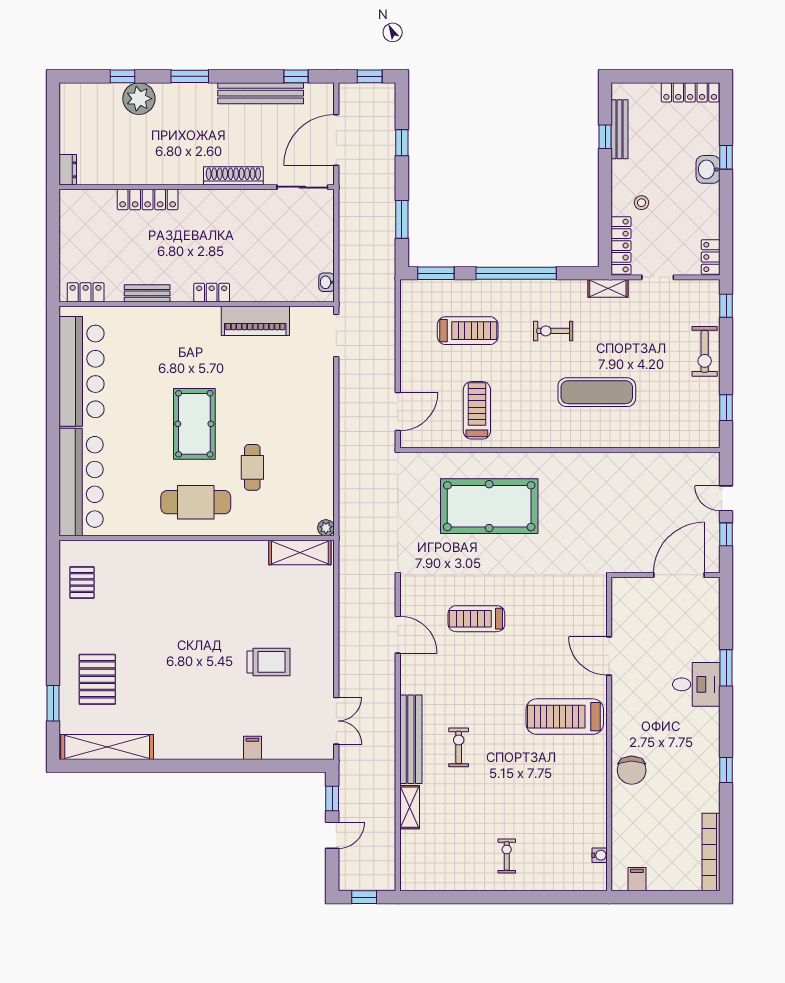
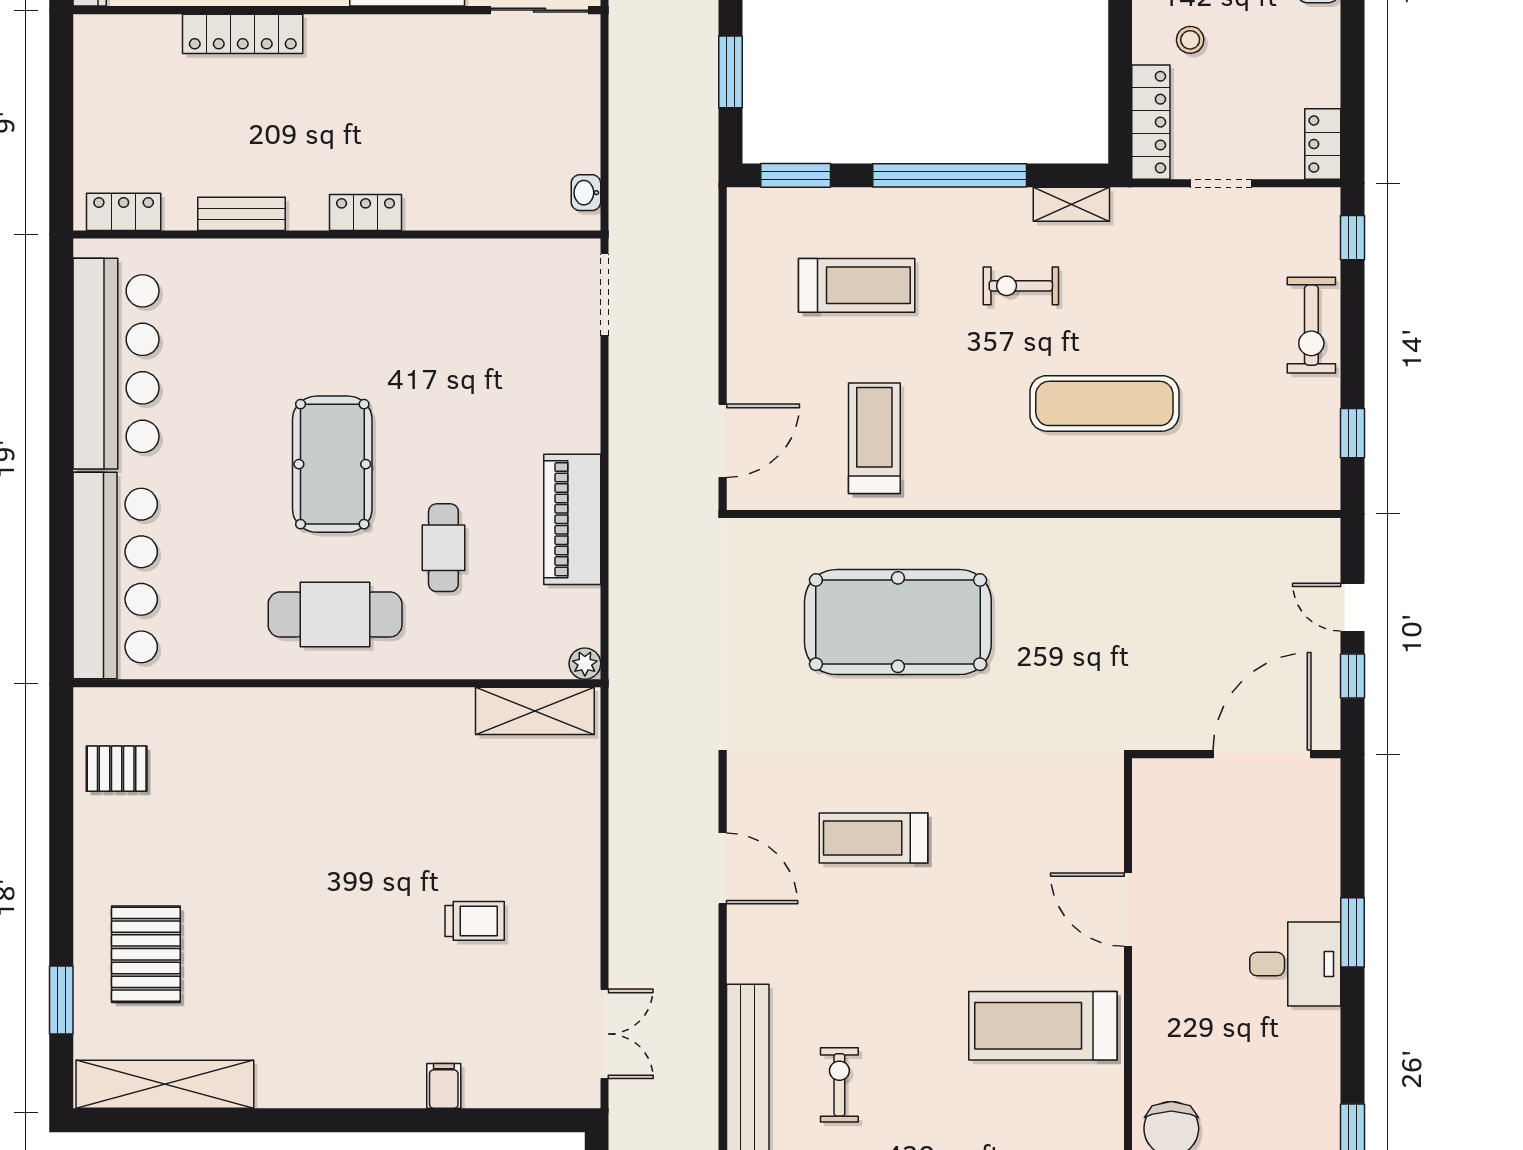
shelving: (608, 288) -> (1071, 204), moved
piano: (255, 321) -> (572, 519), moved, turned 90
pallet: (82, 582) -> (117, 769), turned 90
trolley: (269, 662) -> (475, 921), width x0.73, depth x0.72

